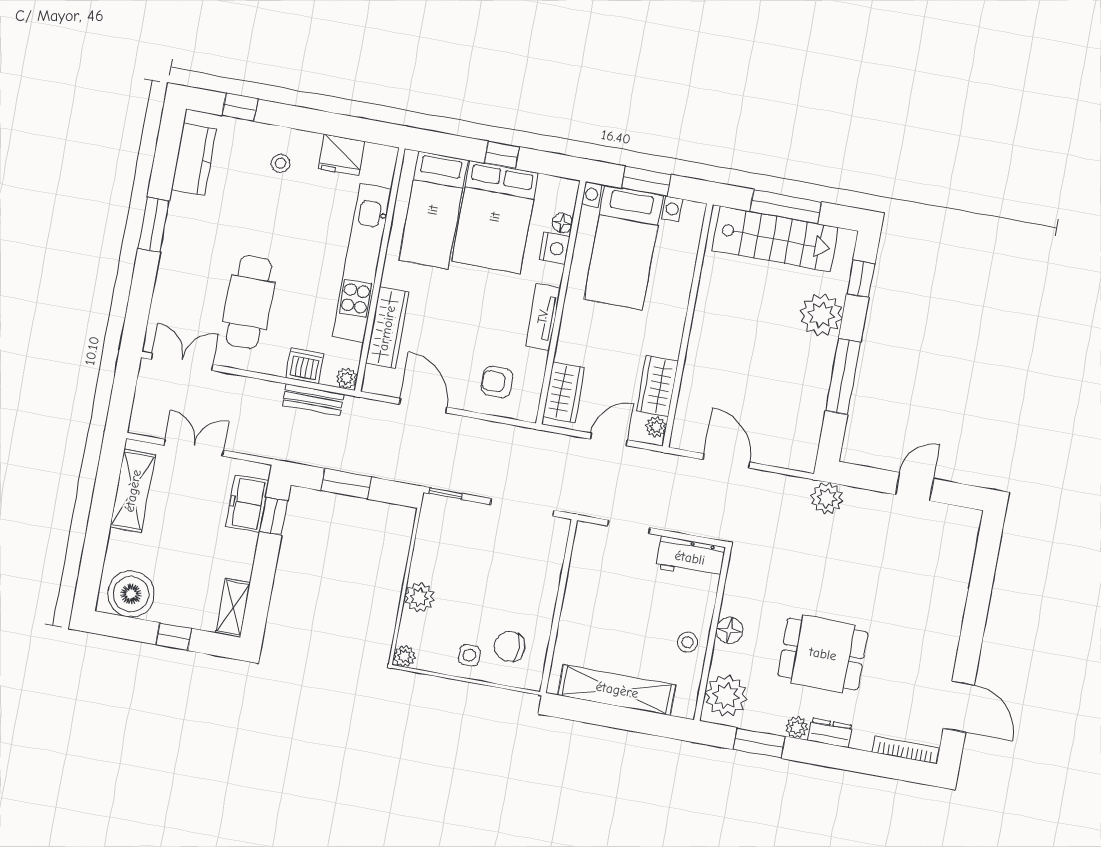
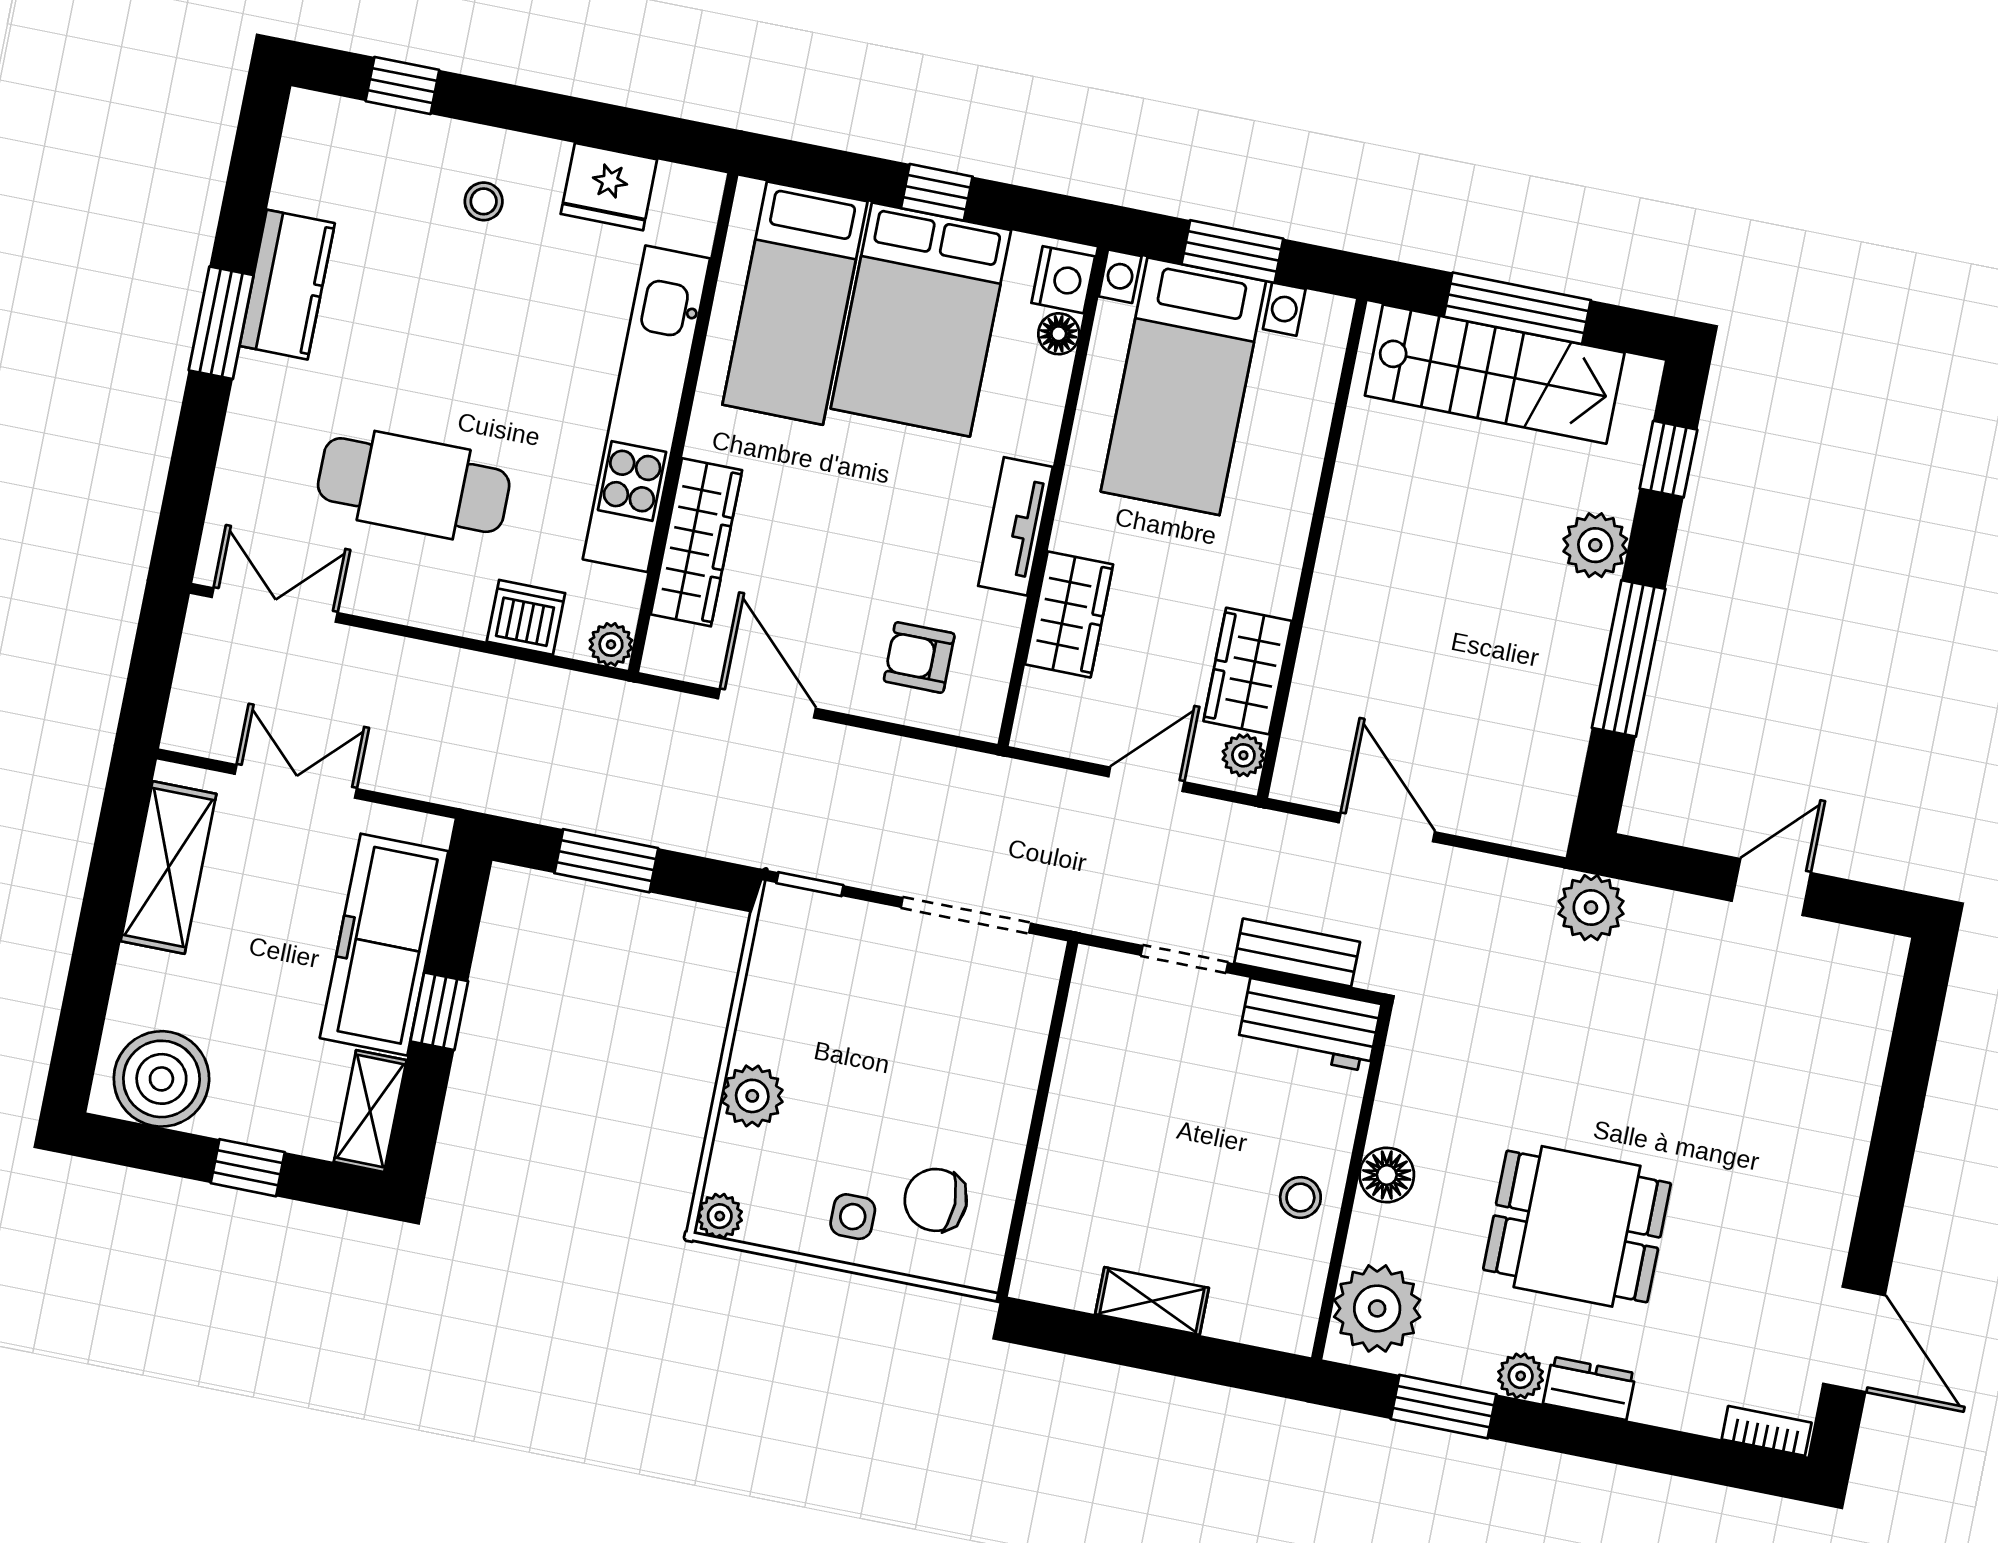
kitchen counter: (194, 159) -> (287, 285), moved
nightstand: (555, 248) -> (1063, 280), moved
cafe table: (249, 302) -> (414, 485), turned 90
plant: (821, 315) -> (1595, 545), width x0.73, depth x0.73
wardrobe: (564, 392) -> (1069, 614), moved
bench: (313, 400) -> (1297, 953), moved
freezer: (247, 504) -> (384, 945), width x1.91, depth x1.26
window: (274, 516) -> (439, 1011), moved
shelving: (617, 690) -> (1152, 1301), width x0.45, depth x0.75
bookcase: (905, 750) -> (1767, 1431), width x0.64

